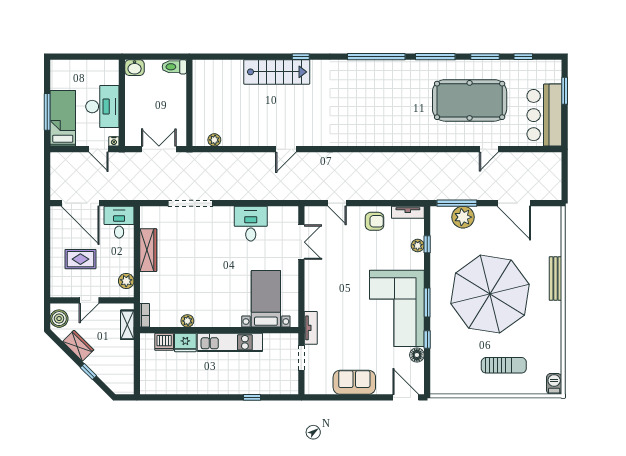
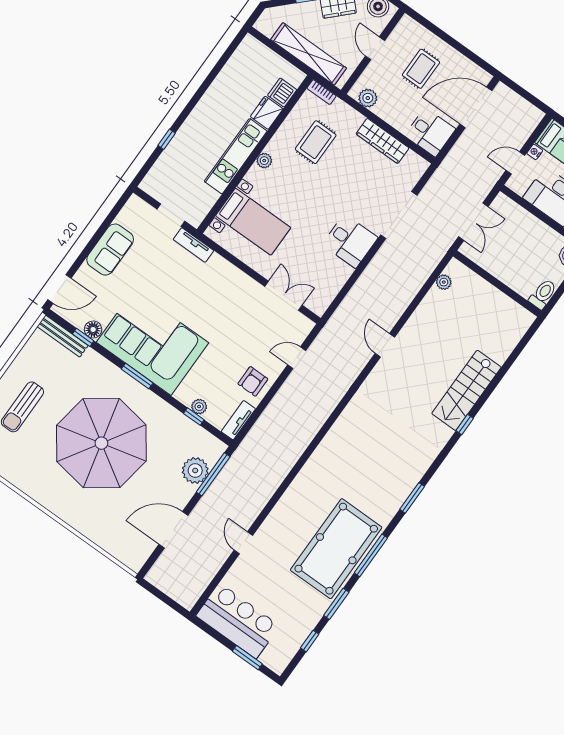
window: (376, 57) -> (412, 498), width x0.47
pool table: (470, 100) -> (336, 549), moved
nightstand: (114, 141) -> (535, 152), moved
desk: (251, 224) -> (350, 241), moved
double door: (301, 242) -> (284, 296), swing flipped
bench: (555, 279) -> (63, 336), moved
rug: (182, 295) -> (316, 142), added
plant: (187, 321) -> (264, 161), moved
shelving: (127, 325) -> (309, 54), width x2.20, depth x1.33
window: (427, 340) -> (83, 337), moved

